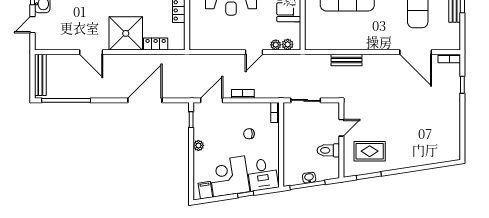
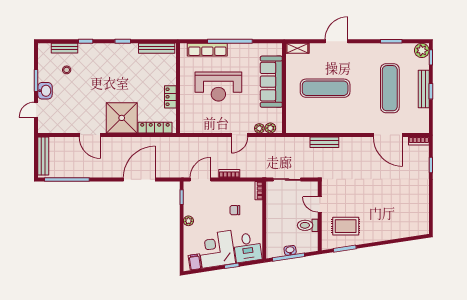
locker: (156, 44) -> (155, 128), width x1.53
door: (341, 128) -> (320, 205), swing flipped

